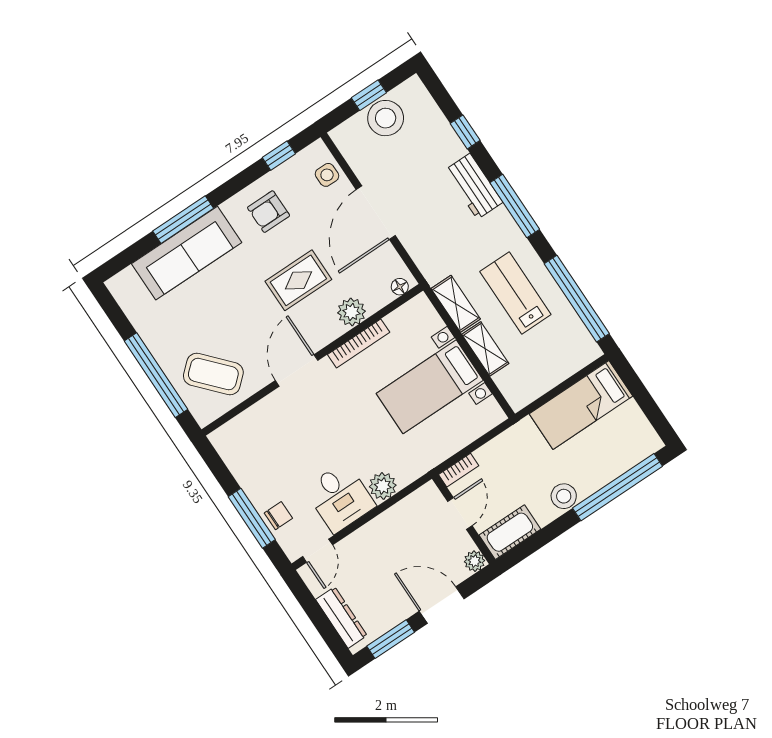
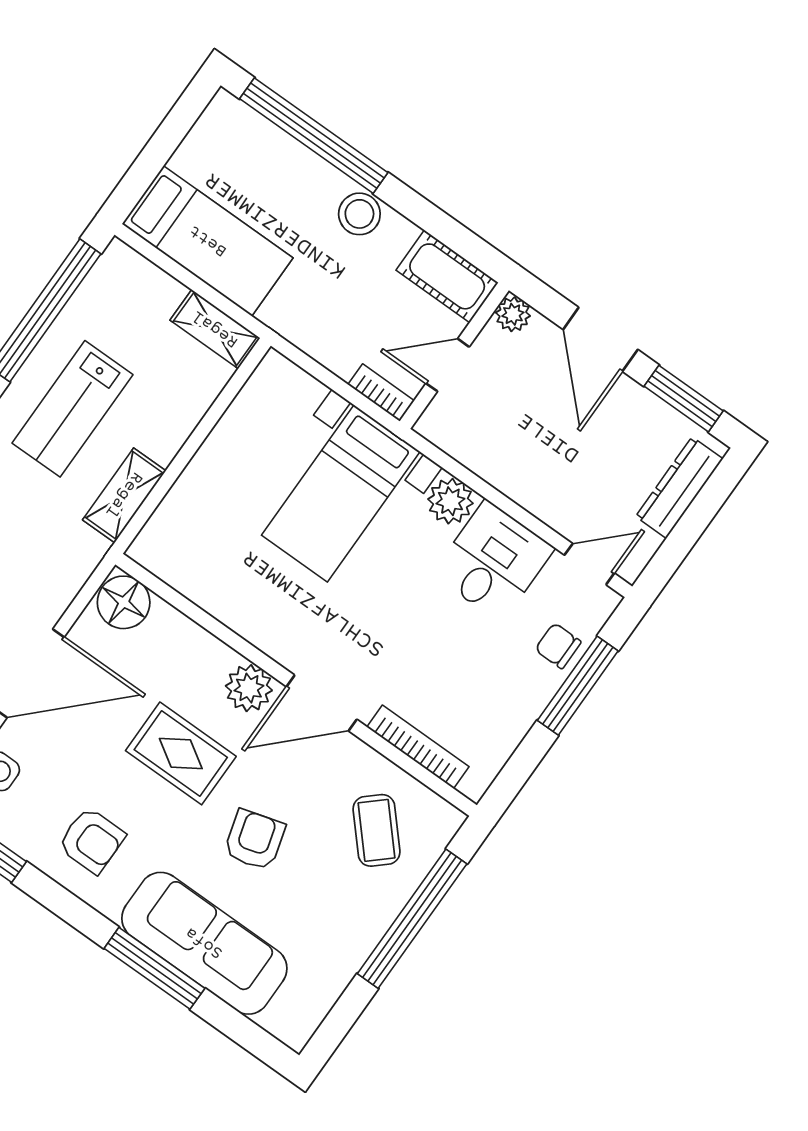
floor lamp: (400, 287) -> (124, 602), width x1.89, depth x1.89
armchair: (234, 303) -> (255, 840), added
plant: (351, 312) -> (249, 688), moved
bookcase: (359, 343) -> (418, 747), moved
shelving: (485, 349) -> (215, 329), moved, turned 90
coffee table: (213, 374) -> (376, 830), width x0.73, depth x0.77
bed with nightstands: (430, 387) -> (341, 493), moved, turned 90

